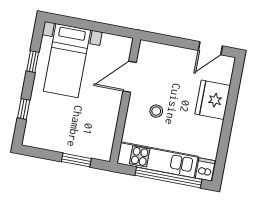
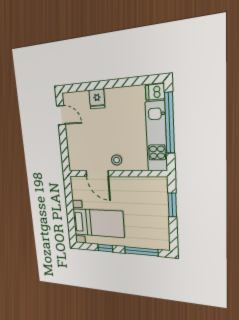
fridge: (213, 100) -> (97, 99), width x0.53, depth x0.75
window: (24, 109) -> (141, 251), width x2.17
stool: (156, 111) -> (117, 160), moved

